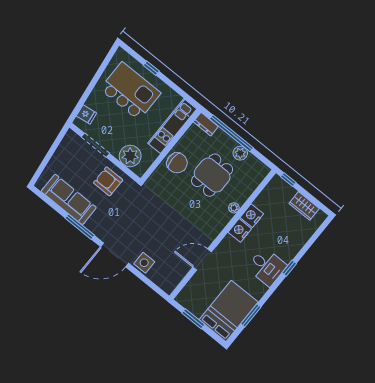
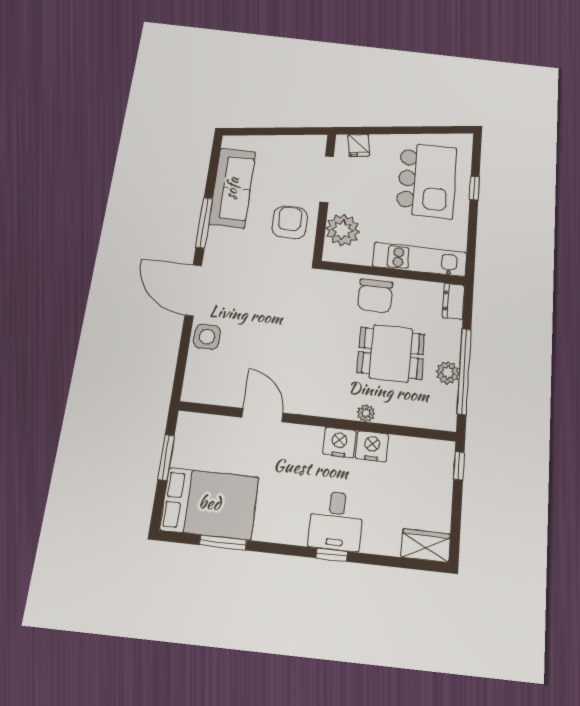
window: (231, 133) -> (464, 371), moved
wardrobe: (304, 206) -> (426, 546), moved, turned 90
desk: (267, 267) -> (336, 521), moved

